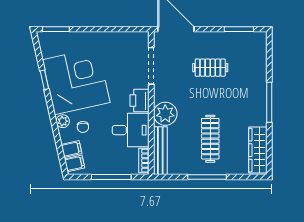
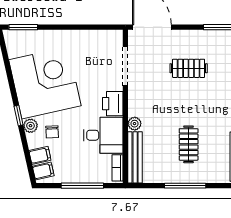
window: (44, 80) -> (18, 116), moved
plant: (165, 114) -> (135, 124), width x0.53, depth x0.53
clothes rail: (210, 139) -> (189, 144), width x0.73

